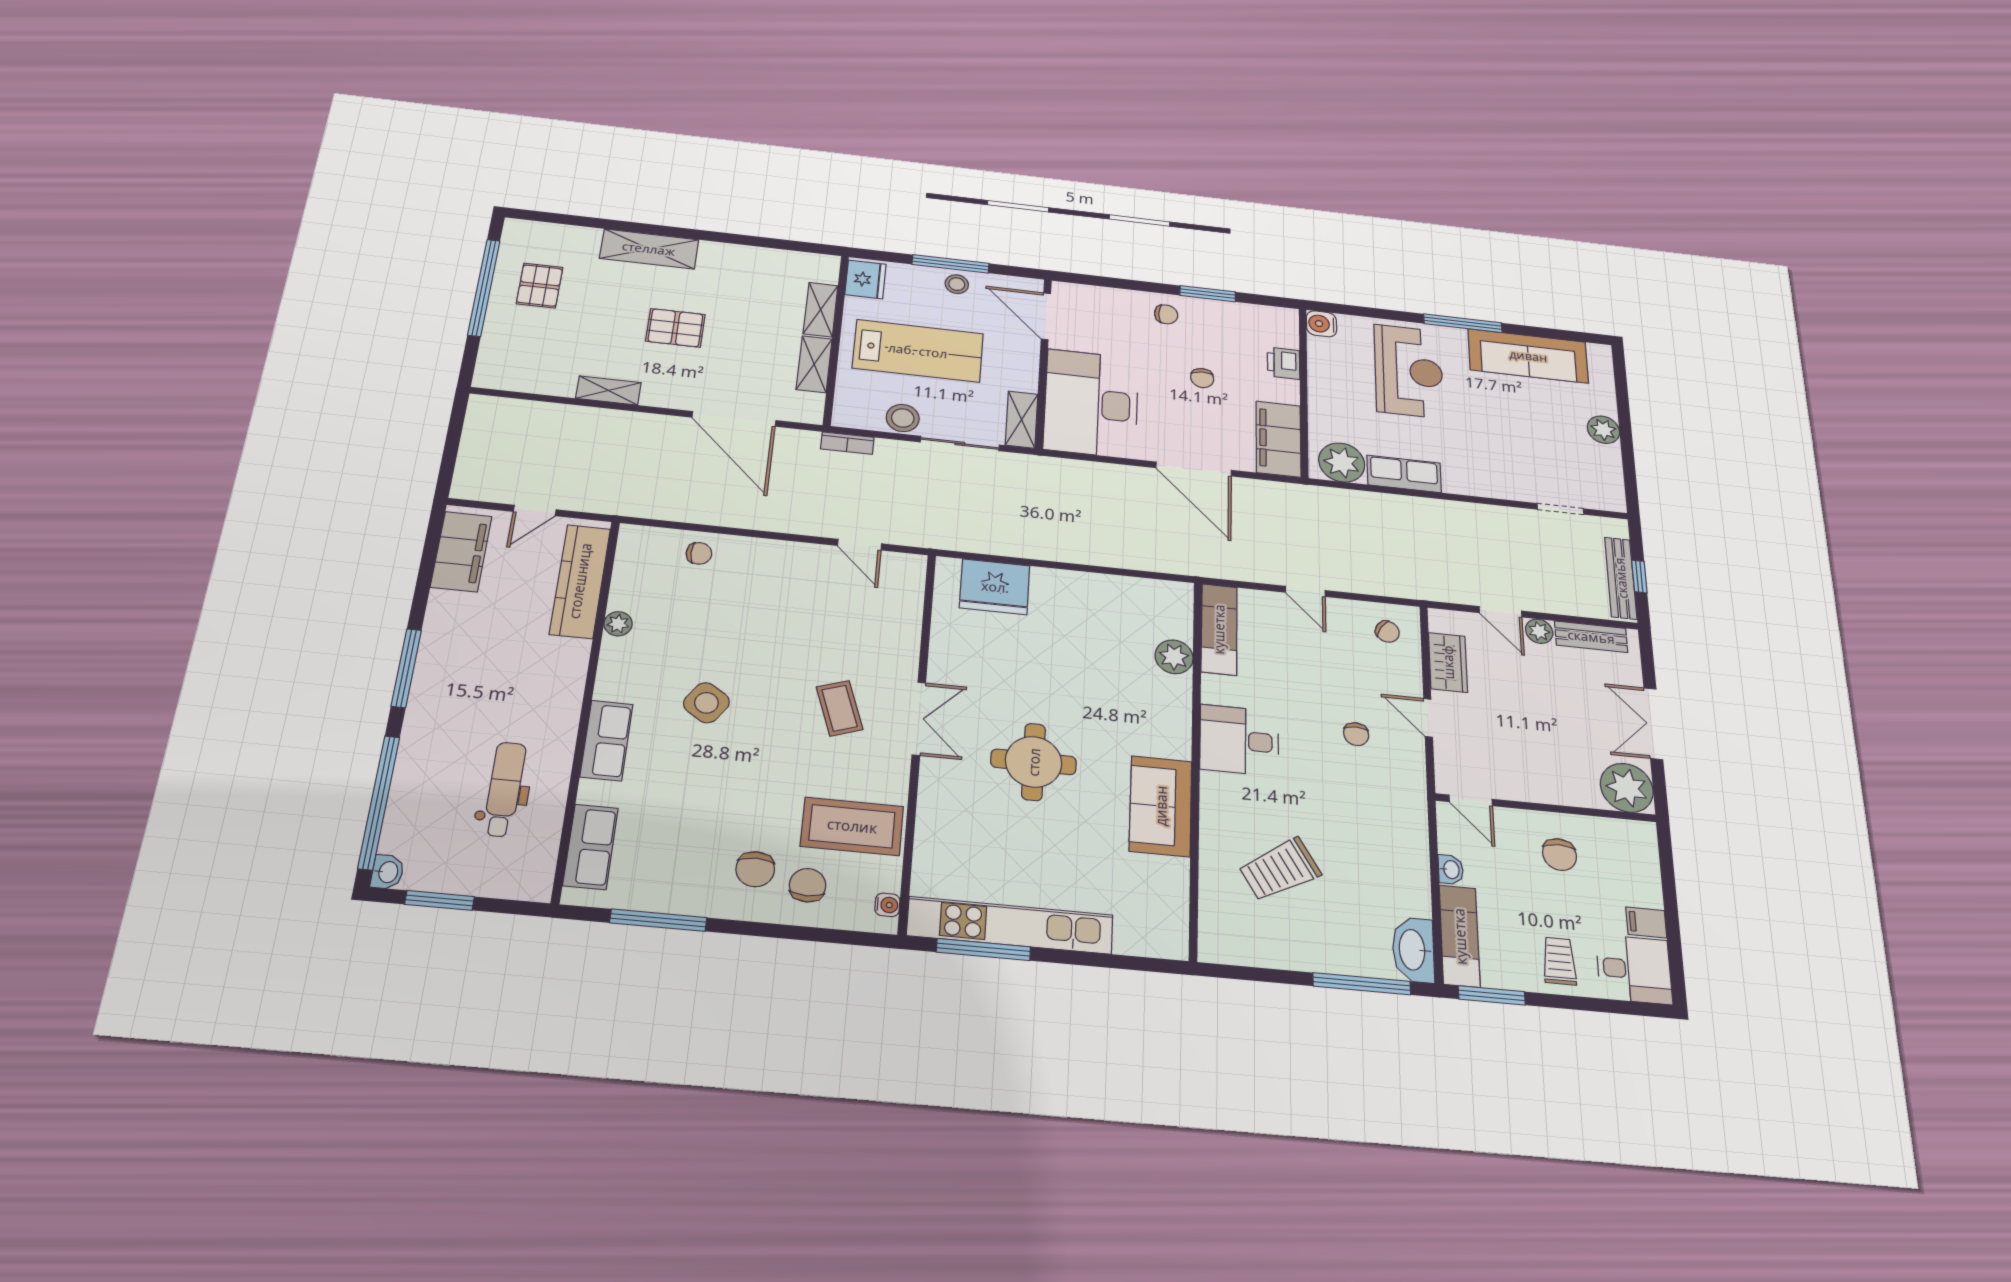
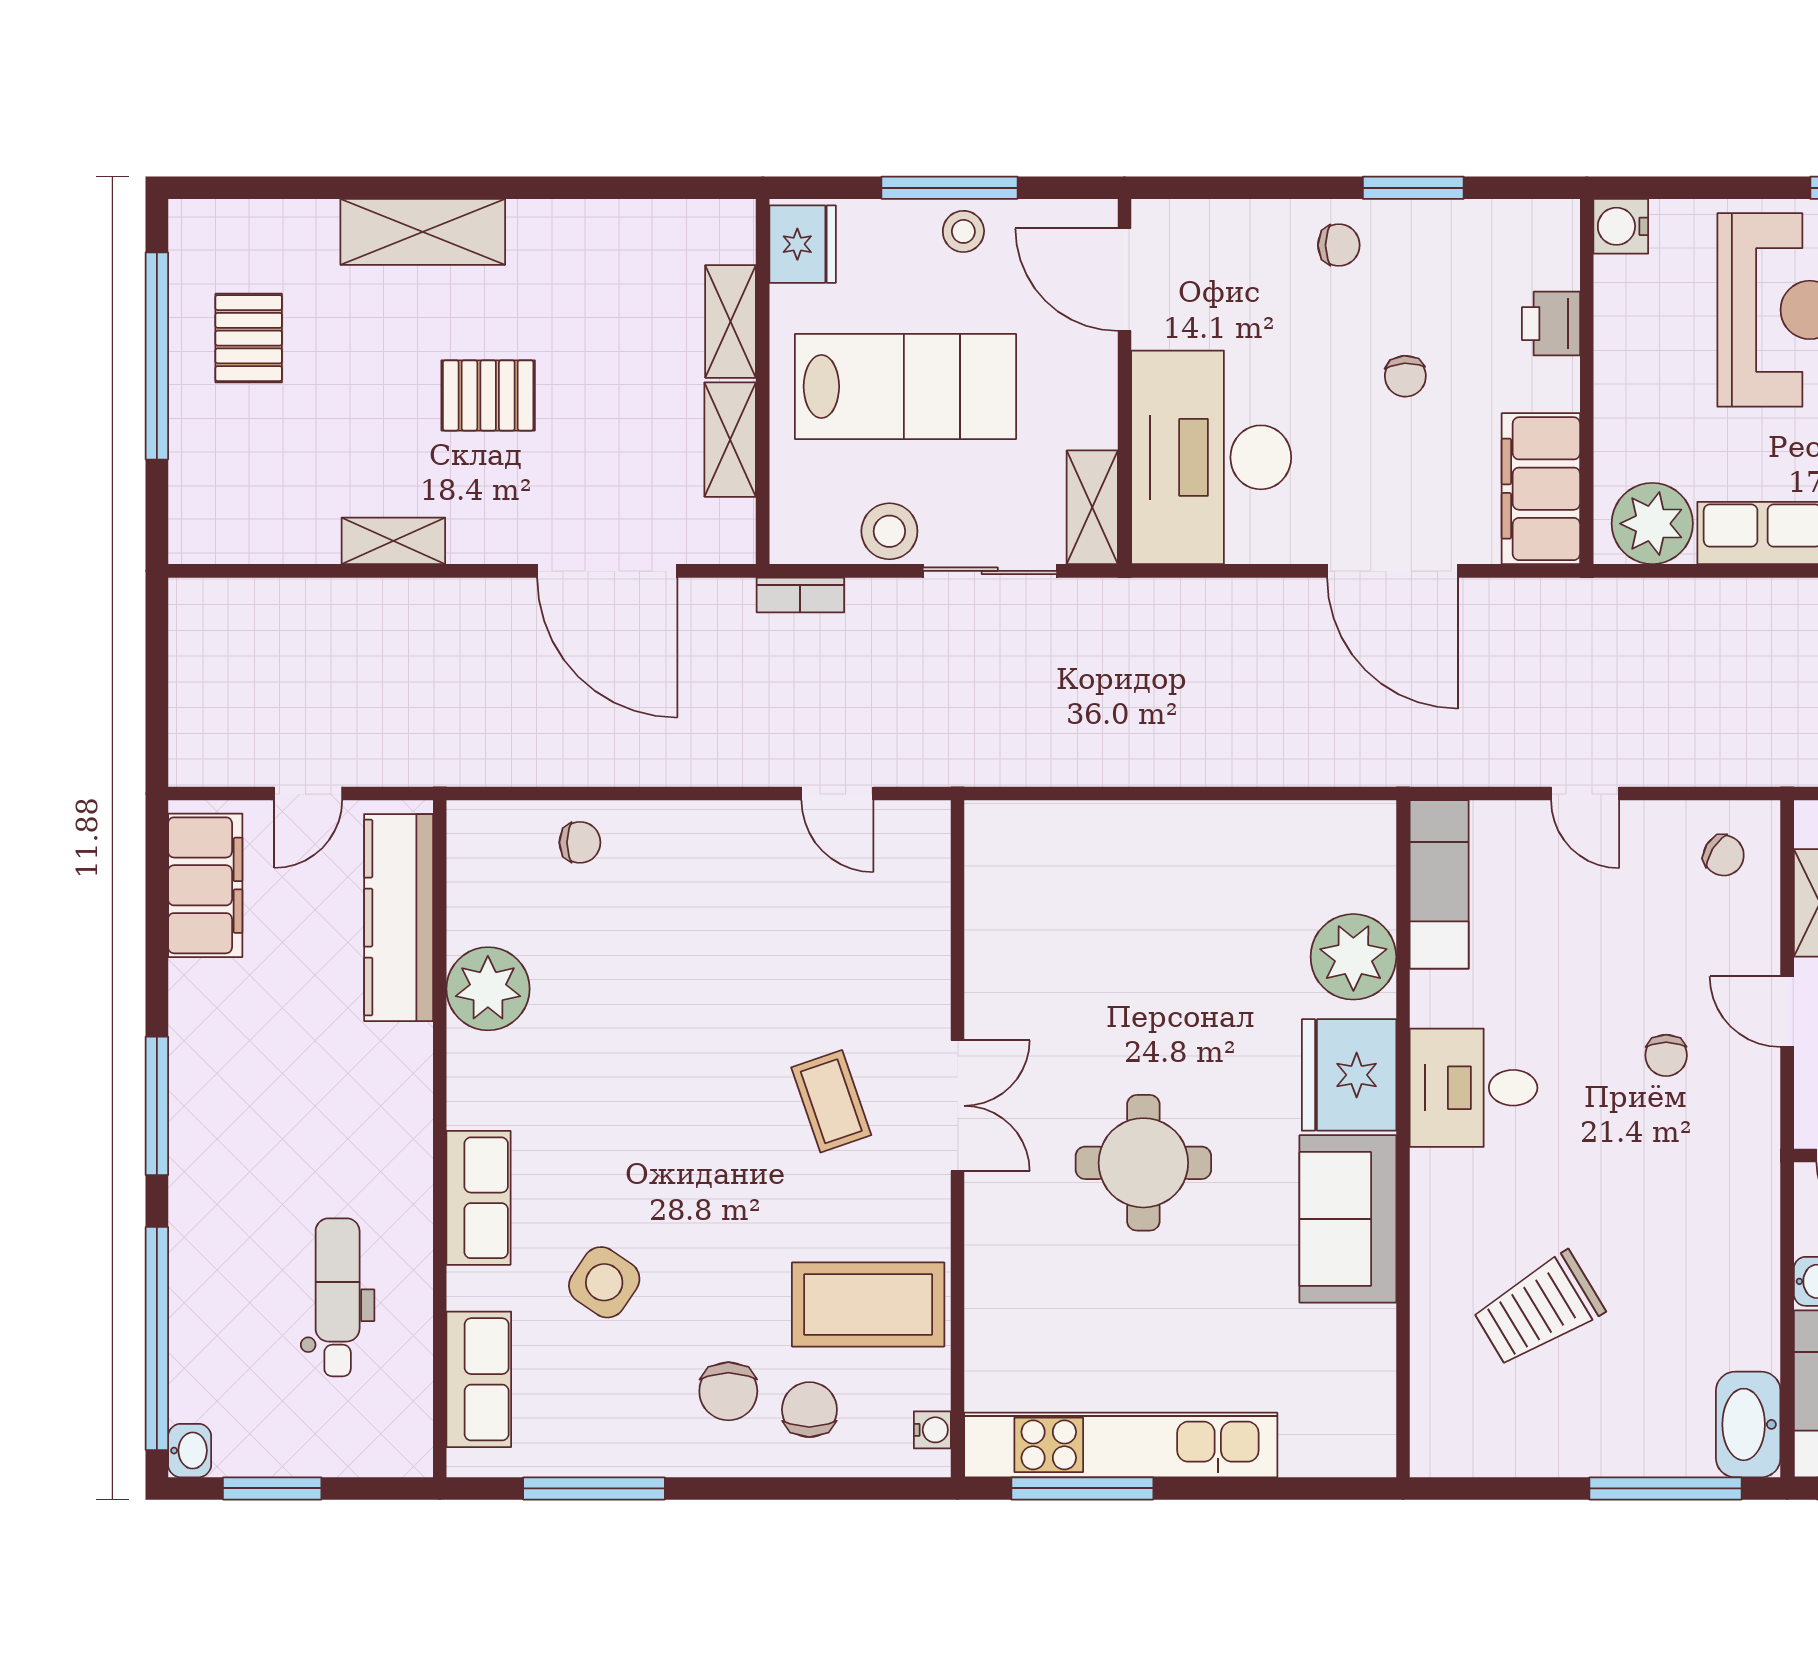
fridge: (995, 587) -> (1349, 1075), moved, turned 90
plant: (618, 624) -> (488, 989), width x1.88, depth x1.88
plant: (1174, 657) -> (1353, 957), width x1.36, depth x1.36
side table: (706, 703) -> (604, 1282), moved

